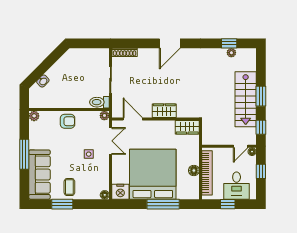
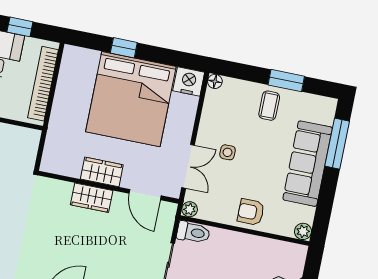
wardrobe: (187, 127) -> (102, 172), moved
double door: (111, 141) -> (188, 166), swing flipped
window: (24, 154) -> (337, 144), moved
floor lamp: (194, 170) -> (64, 92), removed
sofa: (40, 175) -> (308, 164), moved
window: (163, 204) -> (124, 48), width x0.46

